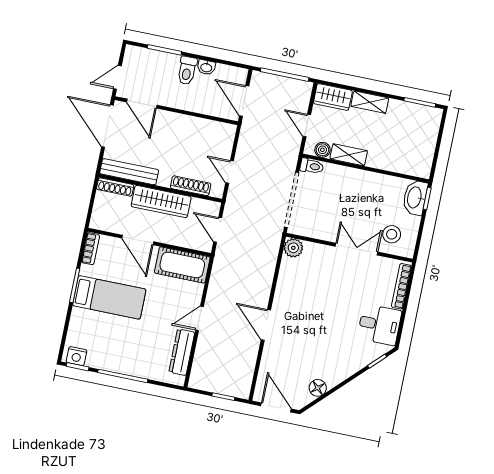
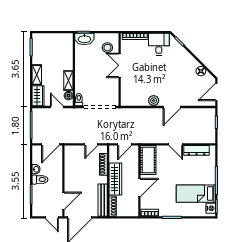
door: (307, 126) -> (57, 107), swing flipped
plant: (293, 248) -> (154, 101), moved
bed: (109, 297) -> (196, 194), moved, turned -90

